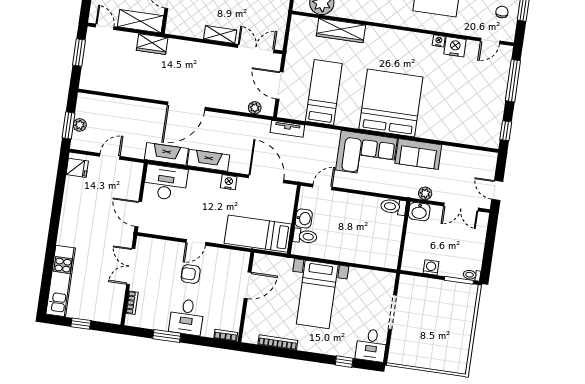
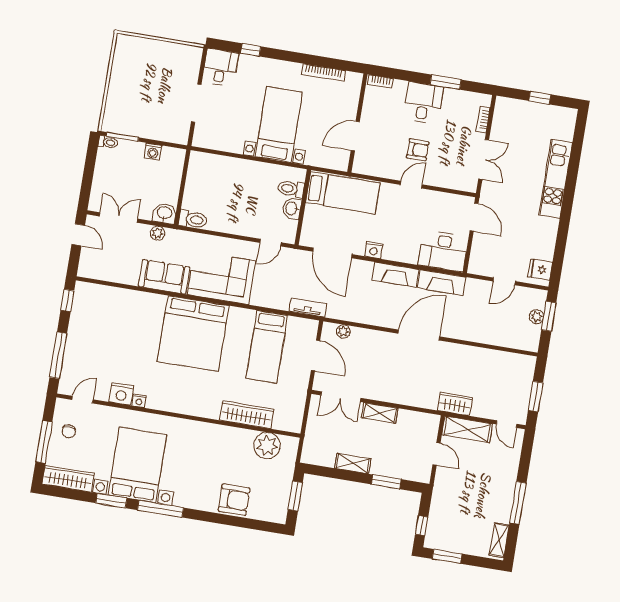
kitchen unit: (61, 281) -> (556, 179), moved

